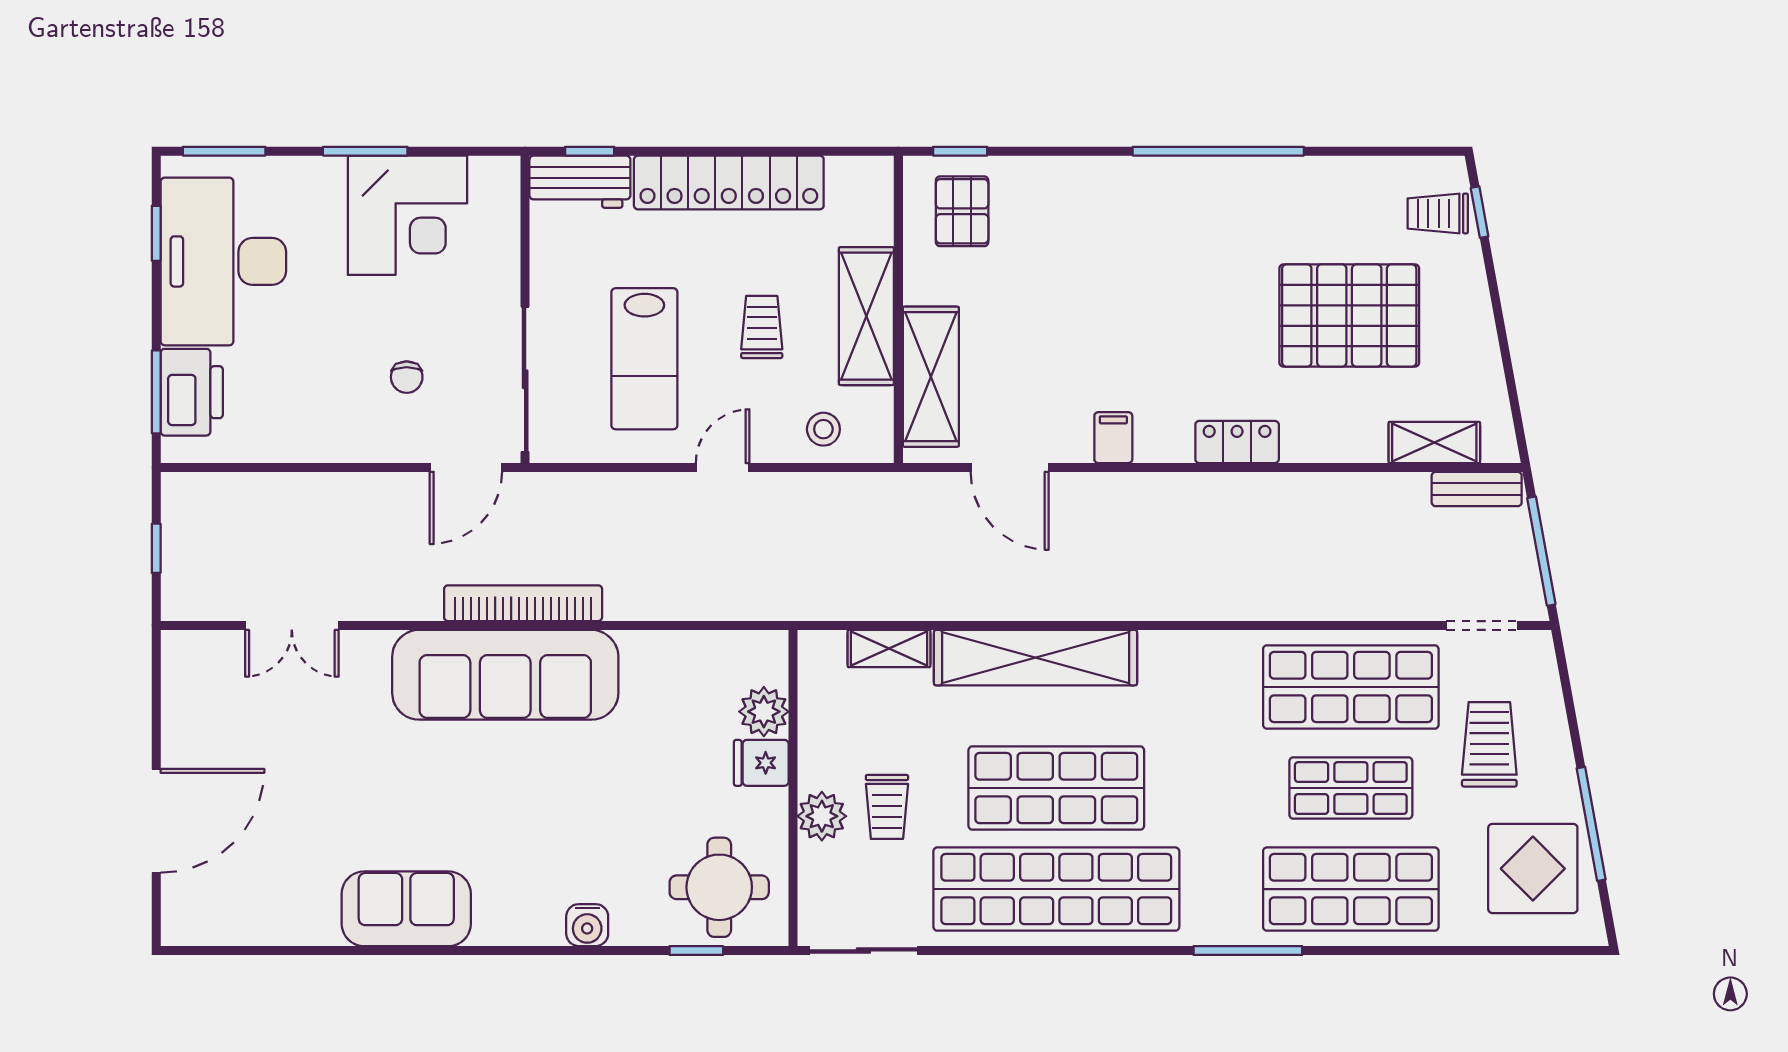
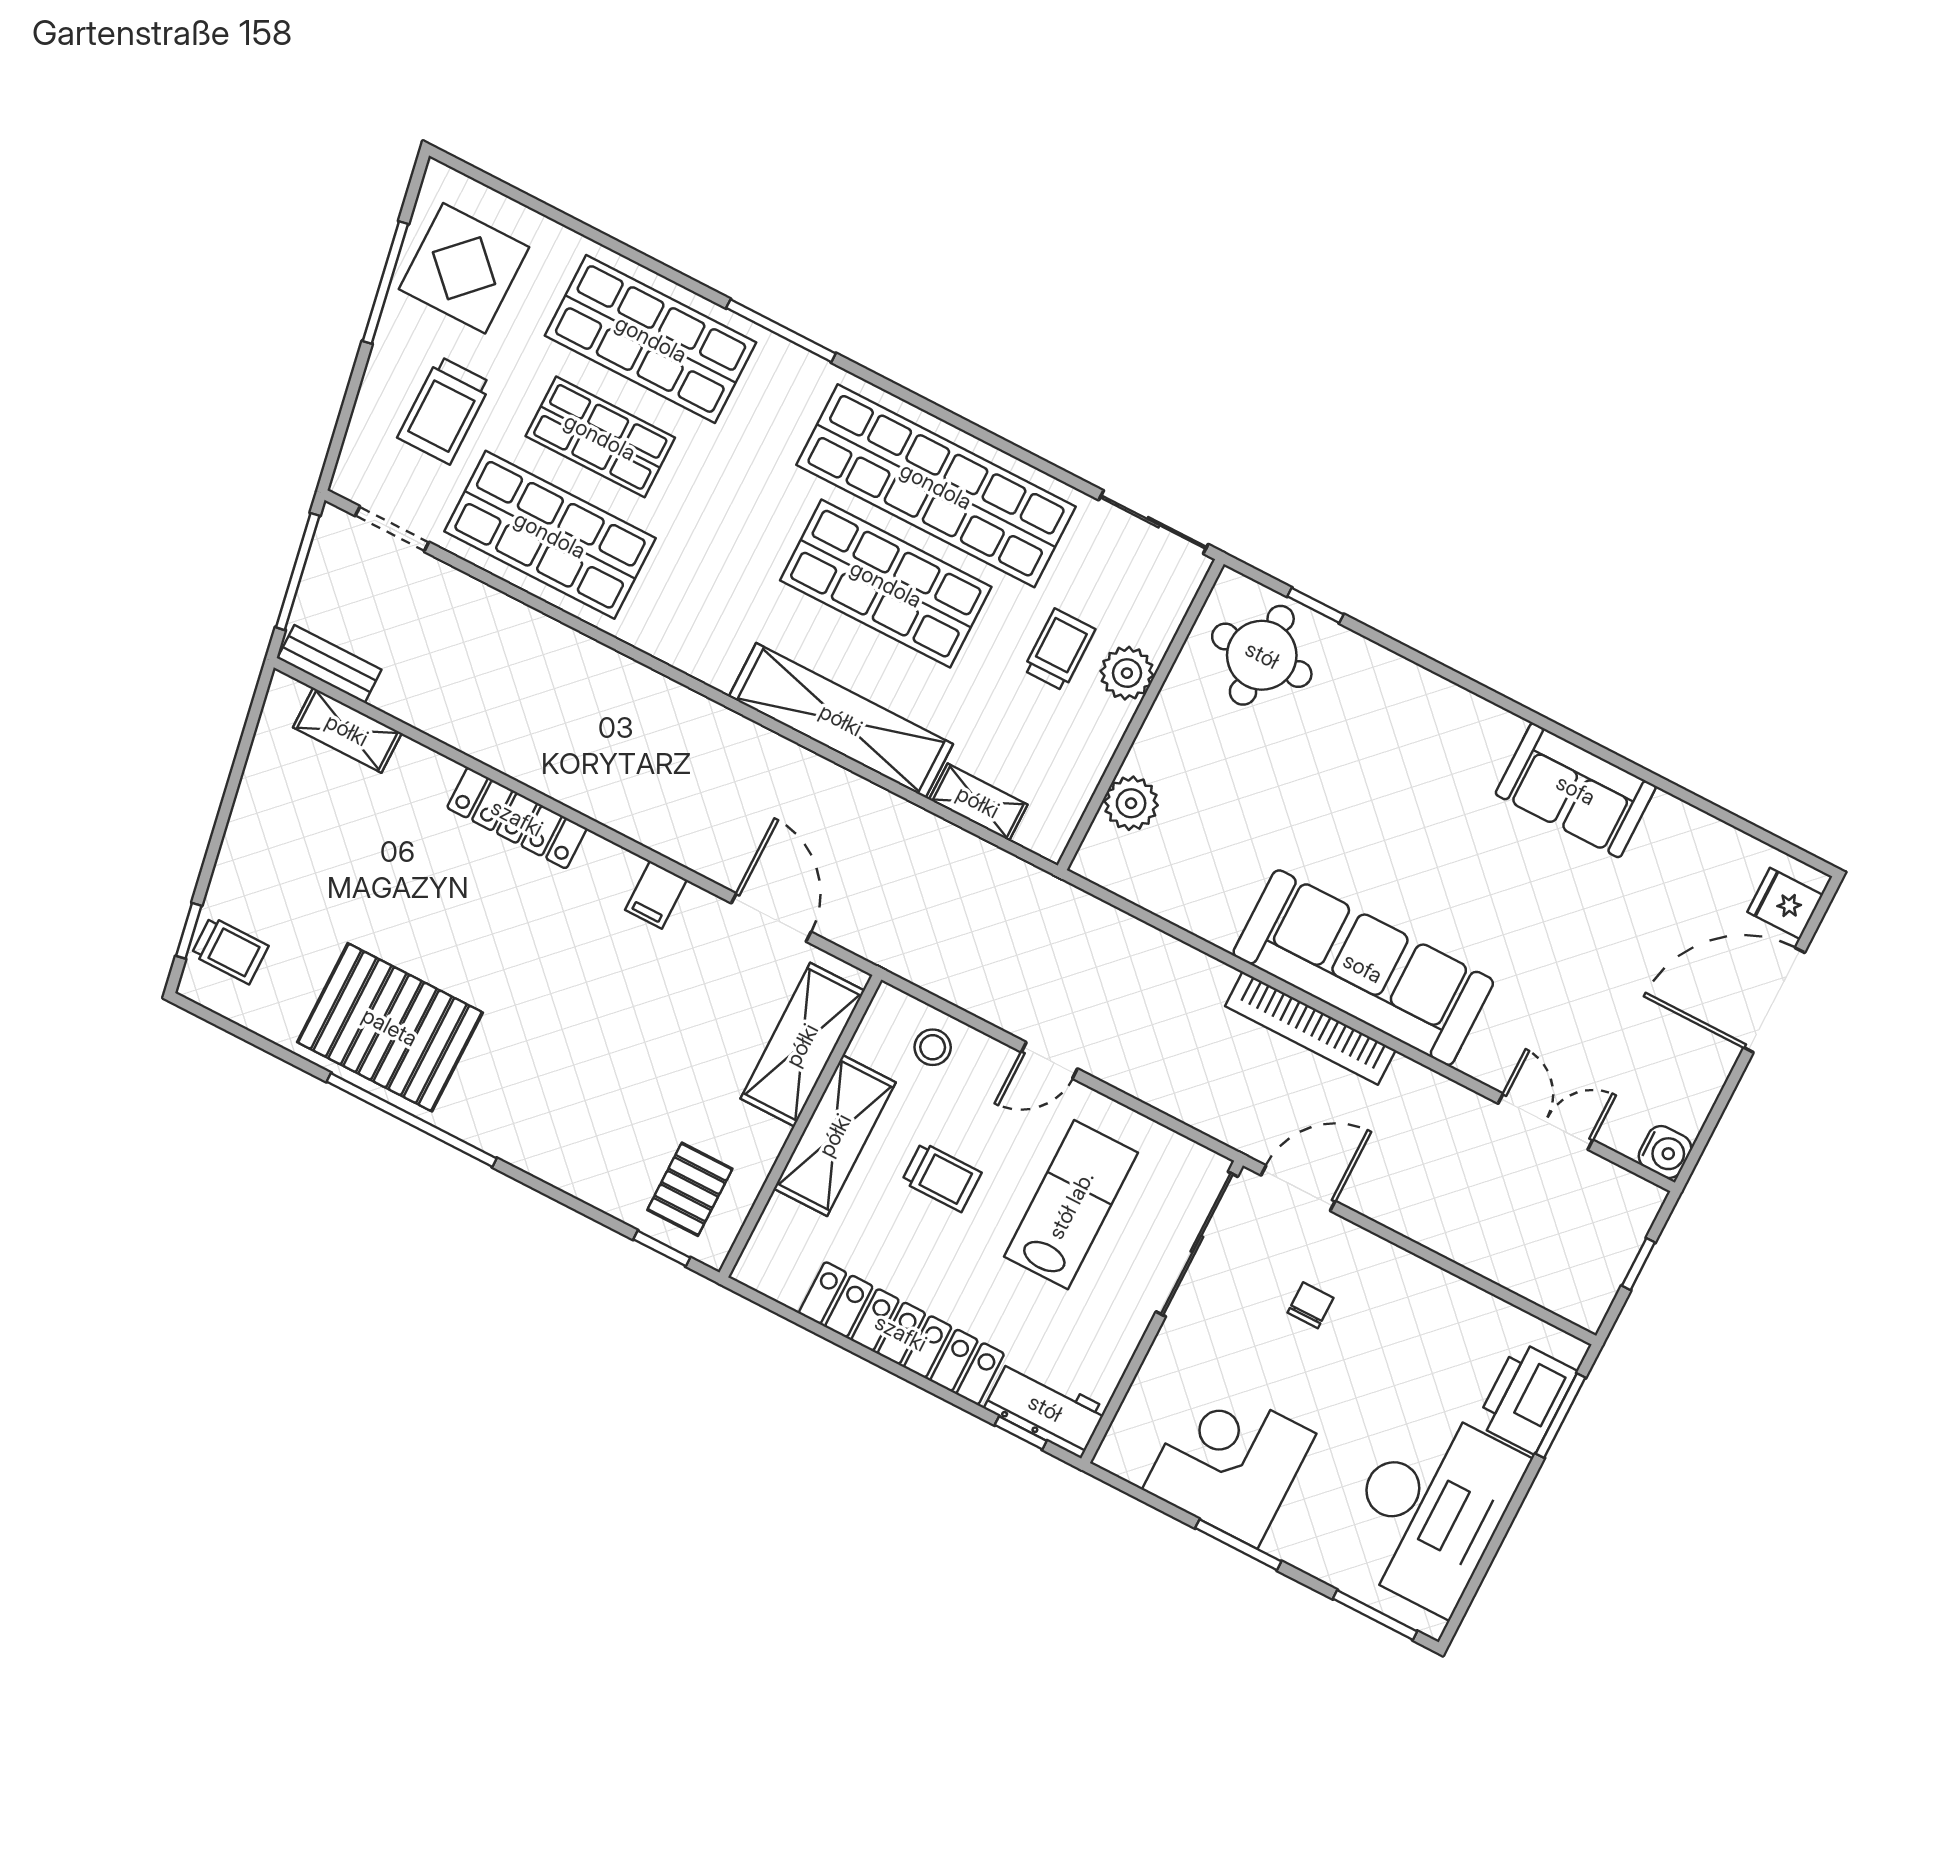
window: (156, 233) -> (1482, 1569), removed
pallet: (1349, 316) -> (390, 1027), moved
trolley: (762, 327) -> (942, 1177), turned -90
locker: (1237, 442) -> (517, 818), width x1.53
fridge: (761, 763) -> (1785, 903), moved, turned 180
water cooler: (587, 925) -> (1665, 1152), moved, turned 90

